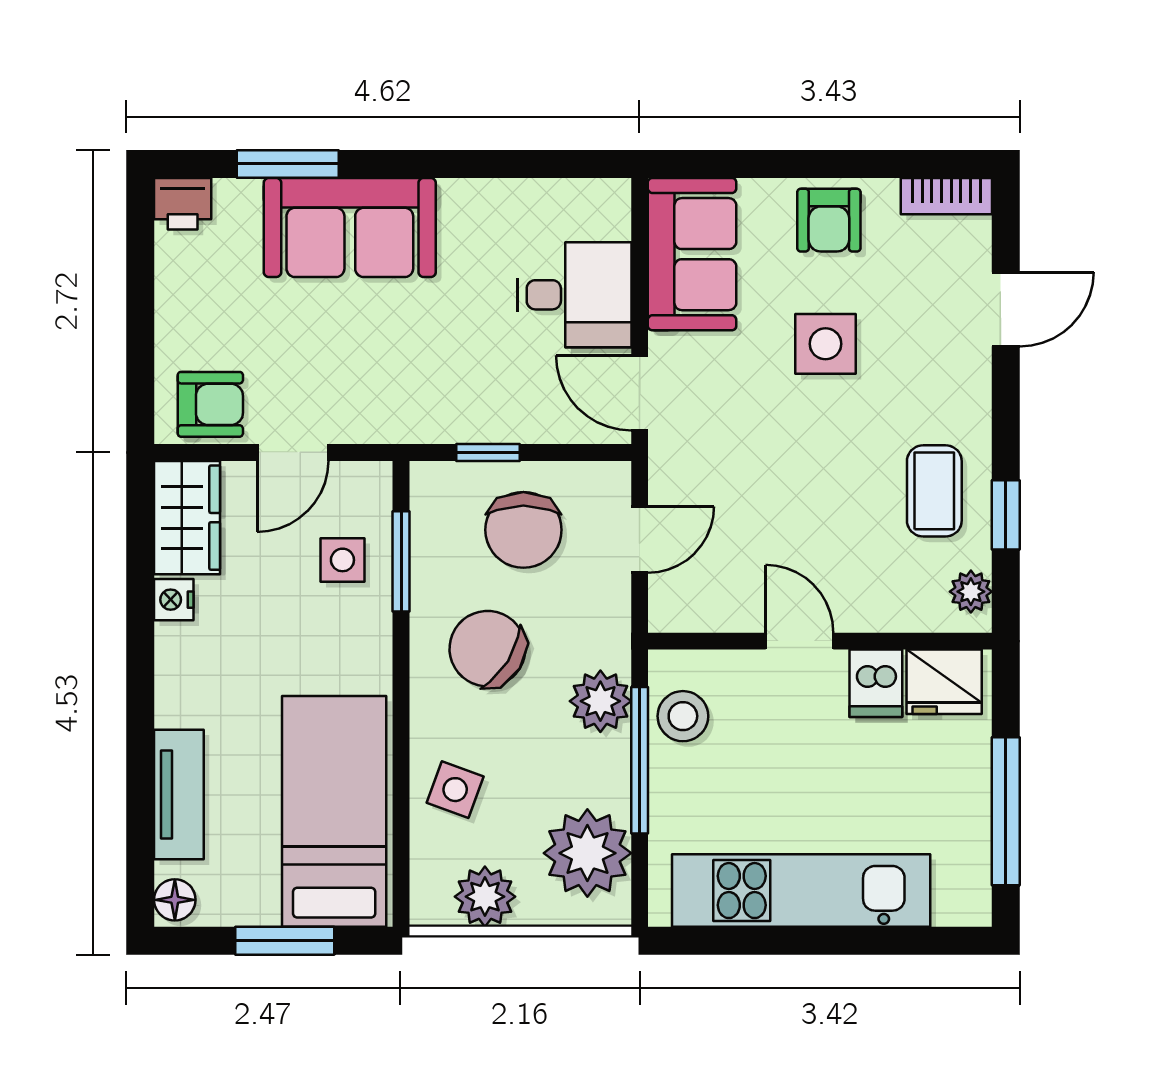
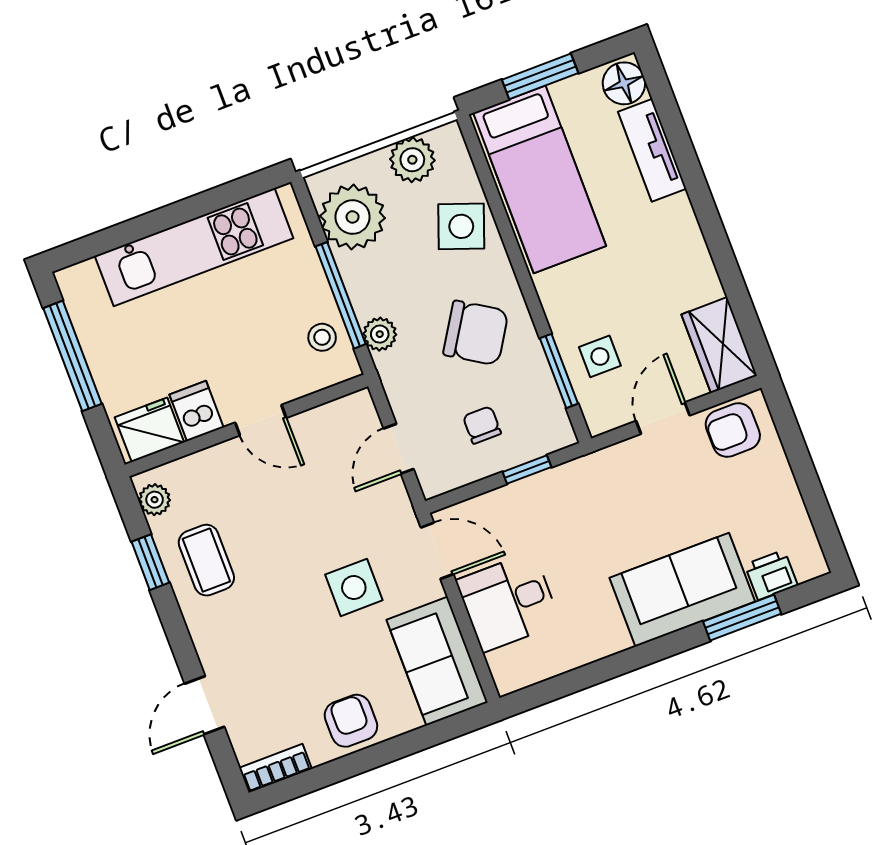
printer: (183, 204) -> (771, 575), moved
side table: (826, 344) -> (354, 587), moved
chair: (523, 530) -> (482, 425), width x0.54, depth x0.54
nightstand: (174, 600) -> (707, 285), removed
plant: (600, 701) -> (380, 334), width x0.73, depth x0.73
stool: (683, 716) -> (322, 337), width x0.73, depth x0.73
side table: (455, 790) -> (461, 226), width x1.37, depth x1.37
floor lamp: (175, 900) -> (624, 83), width x1.37, depth x1.37

